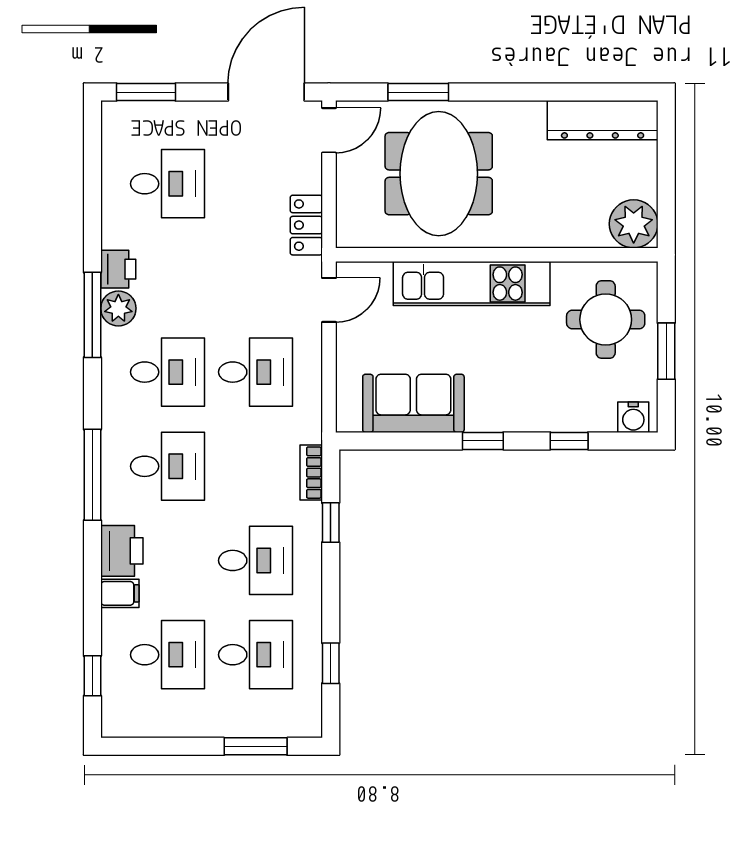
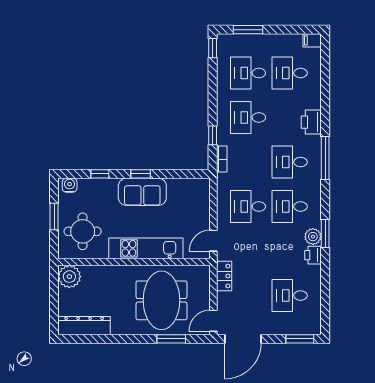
window: (92, 315) -> (325, 234), width x0.69
sofa: (413, 403) -> (142, 192), moved
filing cabinet: (120, 593) -> (312, 40), moved
window: (331, 663) -> (213, 48), moved
window: (92, 676) -> (325, 63), removed

